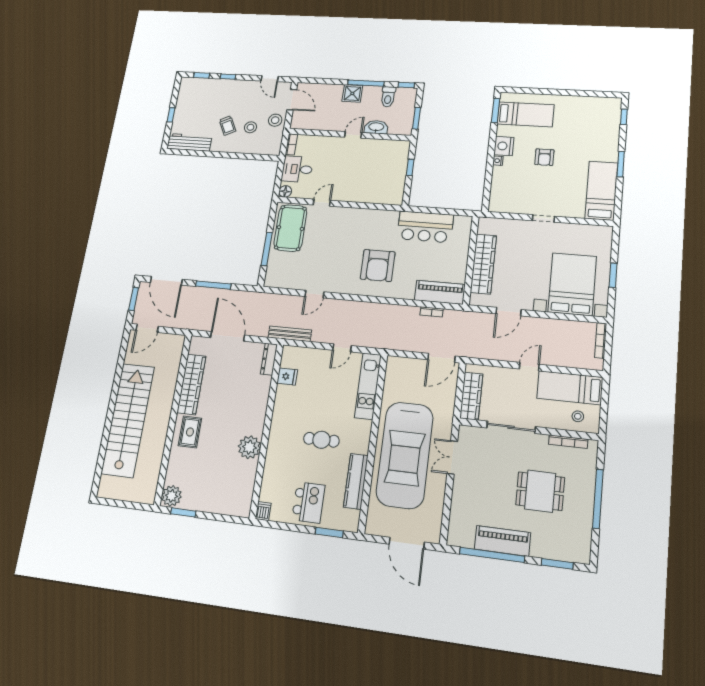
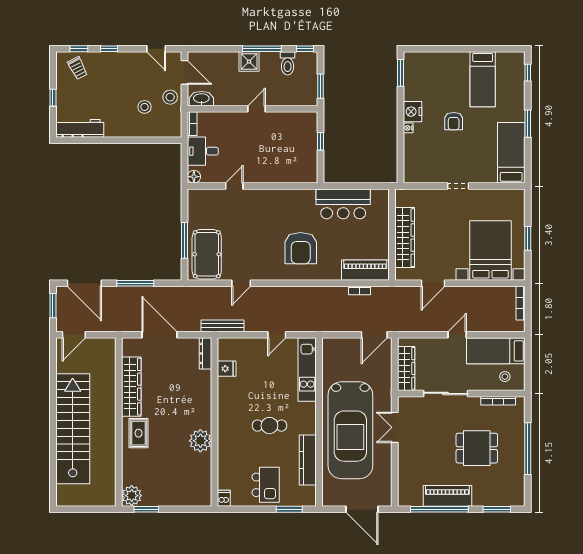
bed: (526, 114) -> (483, 79), moved, turned 90
trolley: (228, 126) -> (78, 68), moved
washbasin: (376, 127) -> (201, 99), moved
pool table: (290, 228) -> (207, 254), moved

